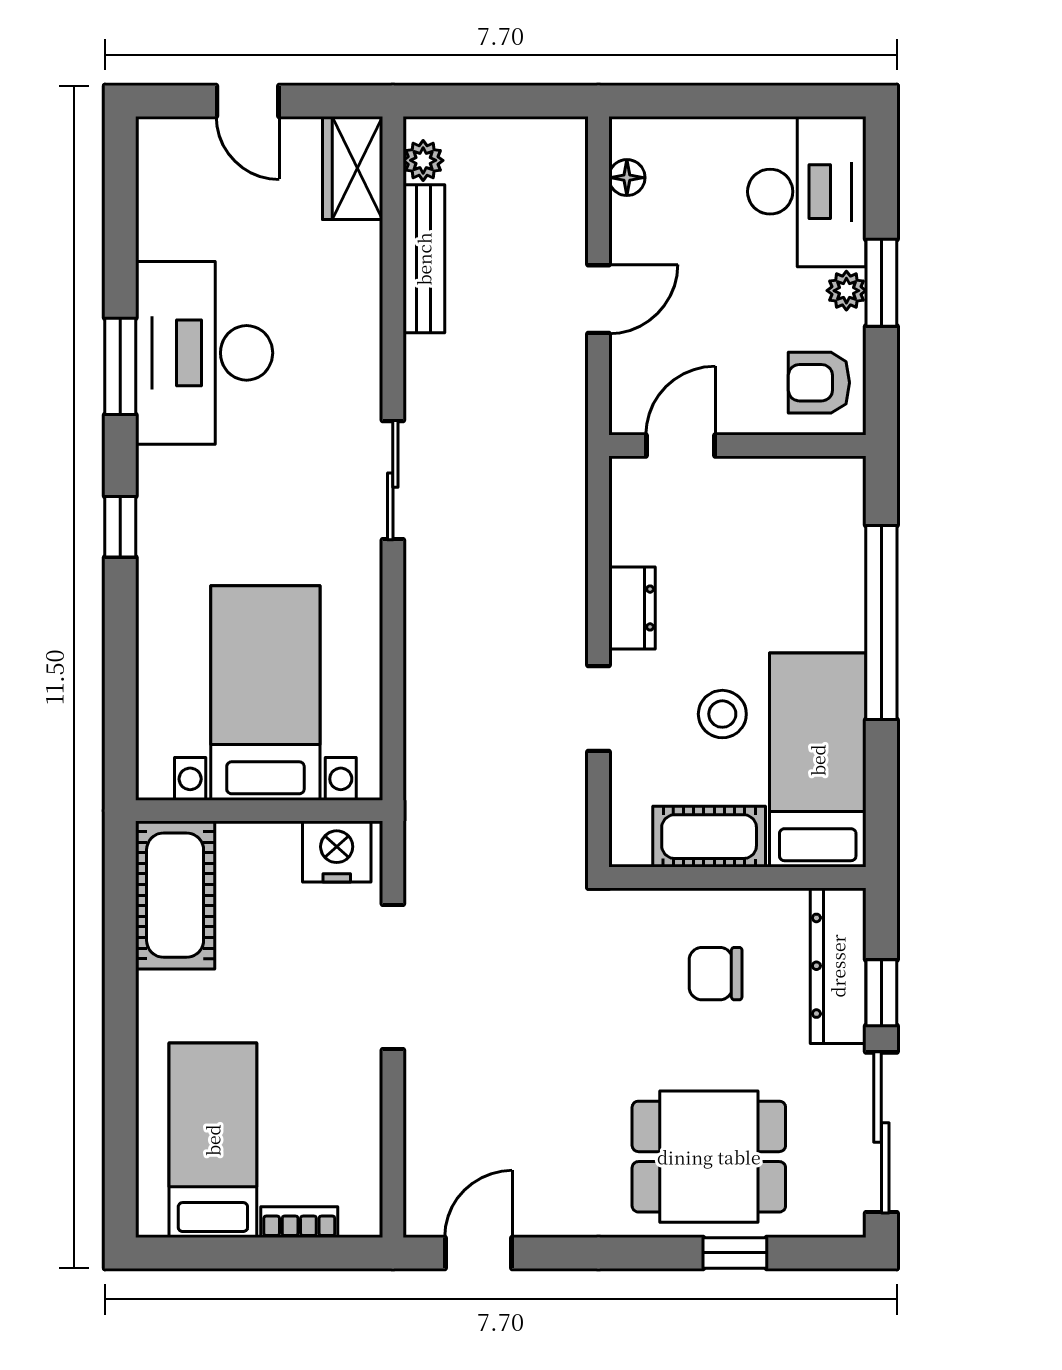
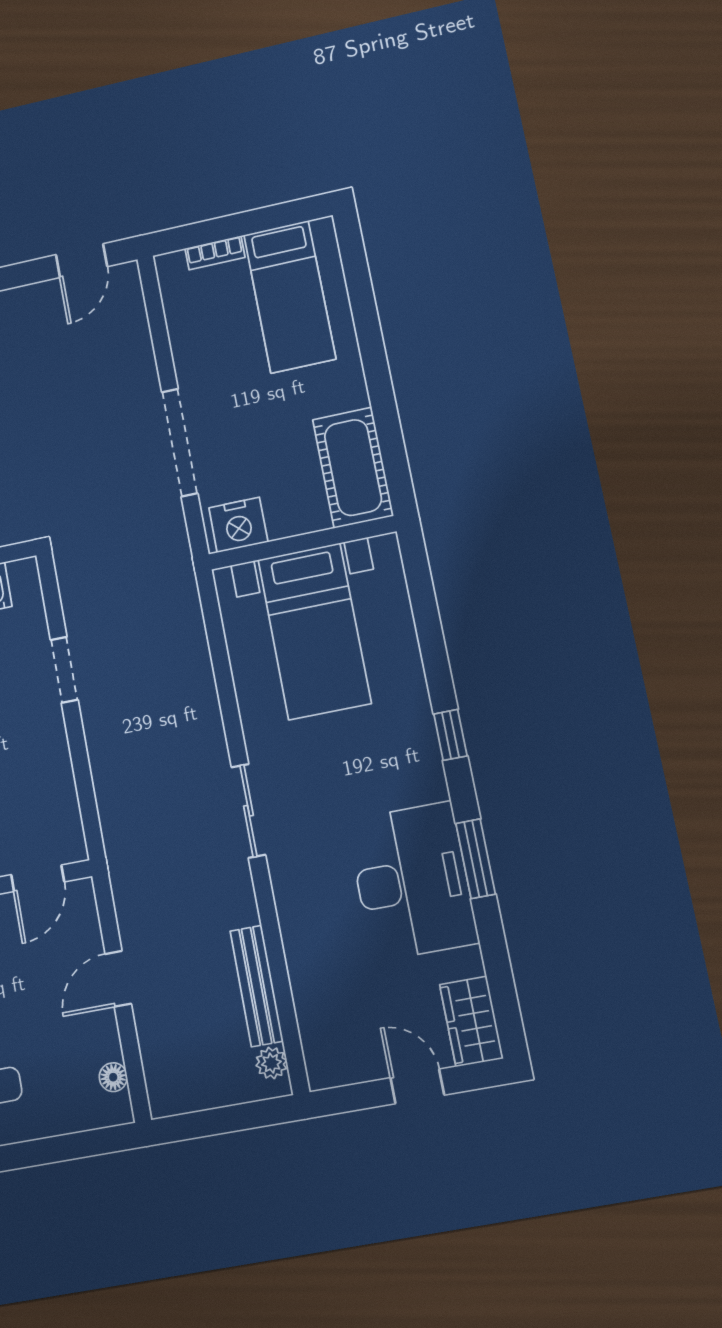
wardrobe: (353, 168) -> (471, 1021), moved, turned 180
dresser: (632, 608) -> (53, 749), removed

